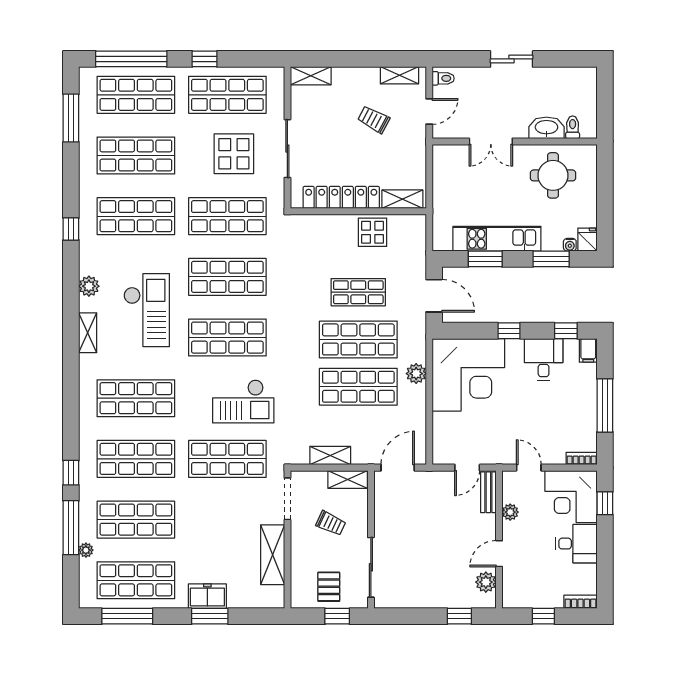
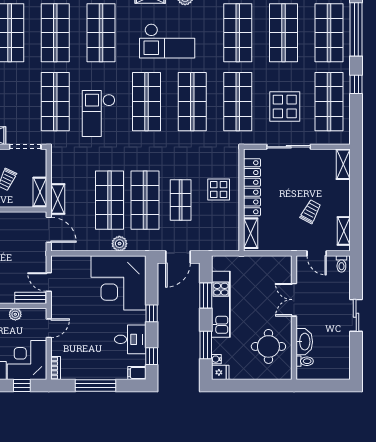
display table: (373, 232) -> (219, 189), moved
shelving: (330, 456) -> (58, 199), moved

